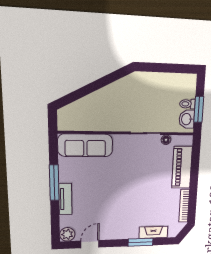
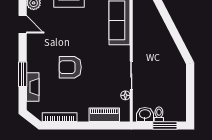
window: (199, 109) -> (165, 125), moved
piano: (182, 167) -> (104, 115), width x0.73, depth x0.75
armchair: (135, 197) -> (70, 67), added

